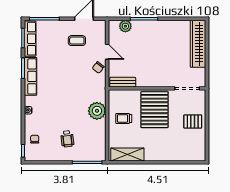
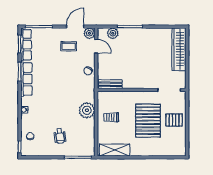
plant: (100, 26) -> (89, 33), added
door: (107, 52) -> (96, 46), moved
pallet: (155, 110) -> (148, 121), moved

